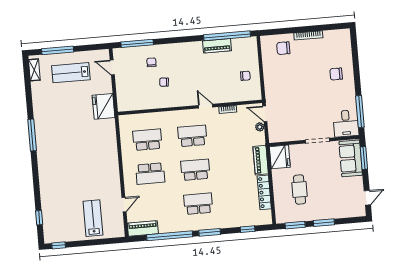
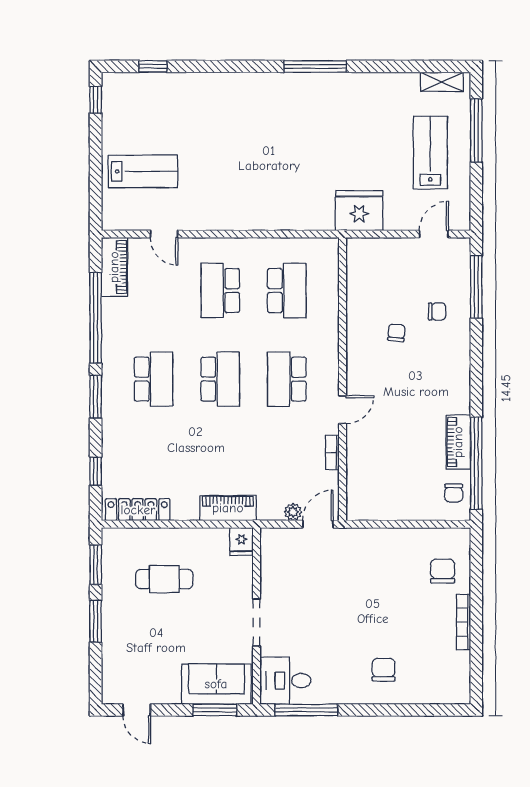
chair: (245, 76) -> (454, 493), moved
school desk: (192, 136) -> (287, 379), turned 180
fridge: (280, 157) -> (241, 541), width x0.53, depth x0.75
locker: (264, 192) -> (138, 510), moved

